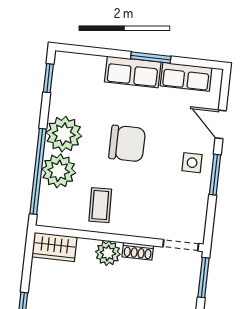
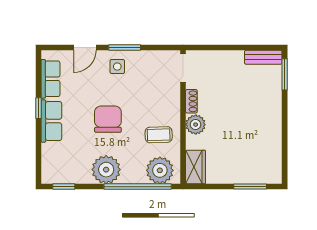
window: (151, 58) -> (38, 108), width x0.67
plant: (59, 171) -> (160, 170), moved
window: (203, 278) -> (206, 47), removed

